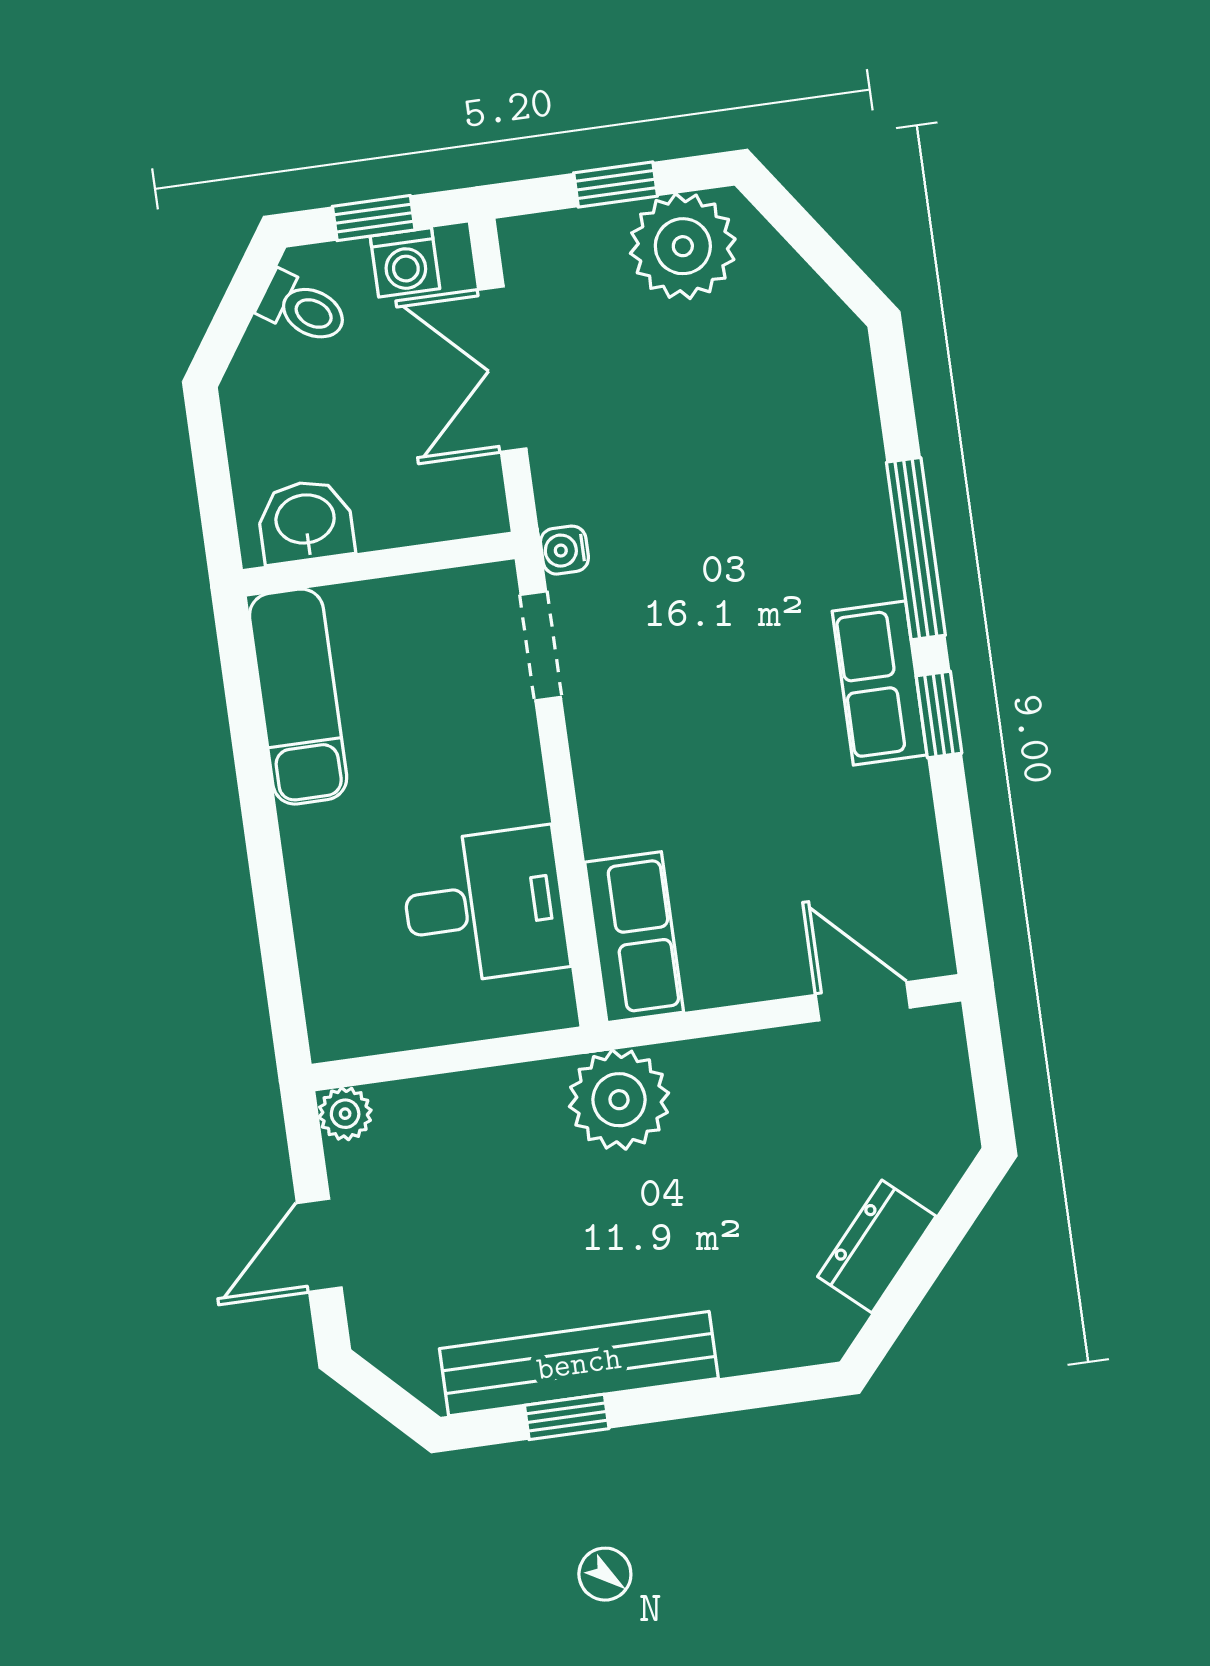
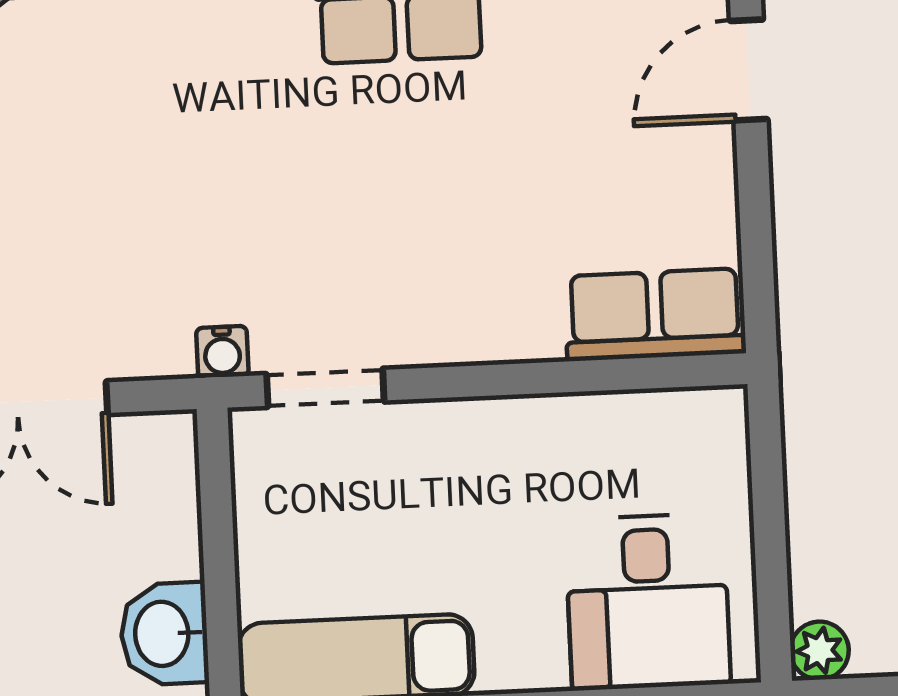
desk: (484, 906) -> (648, 602), moved, turned 180
plant: (619, 1100) -> (832, 348), removed

